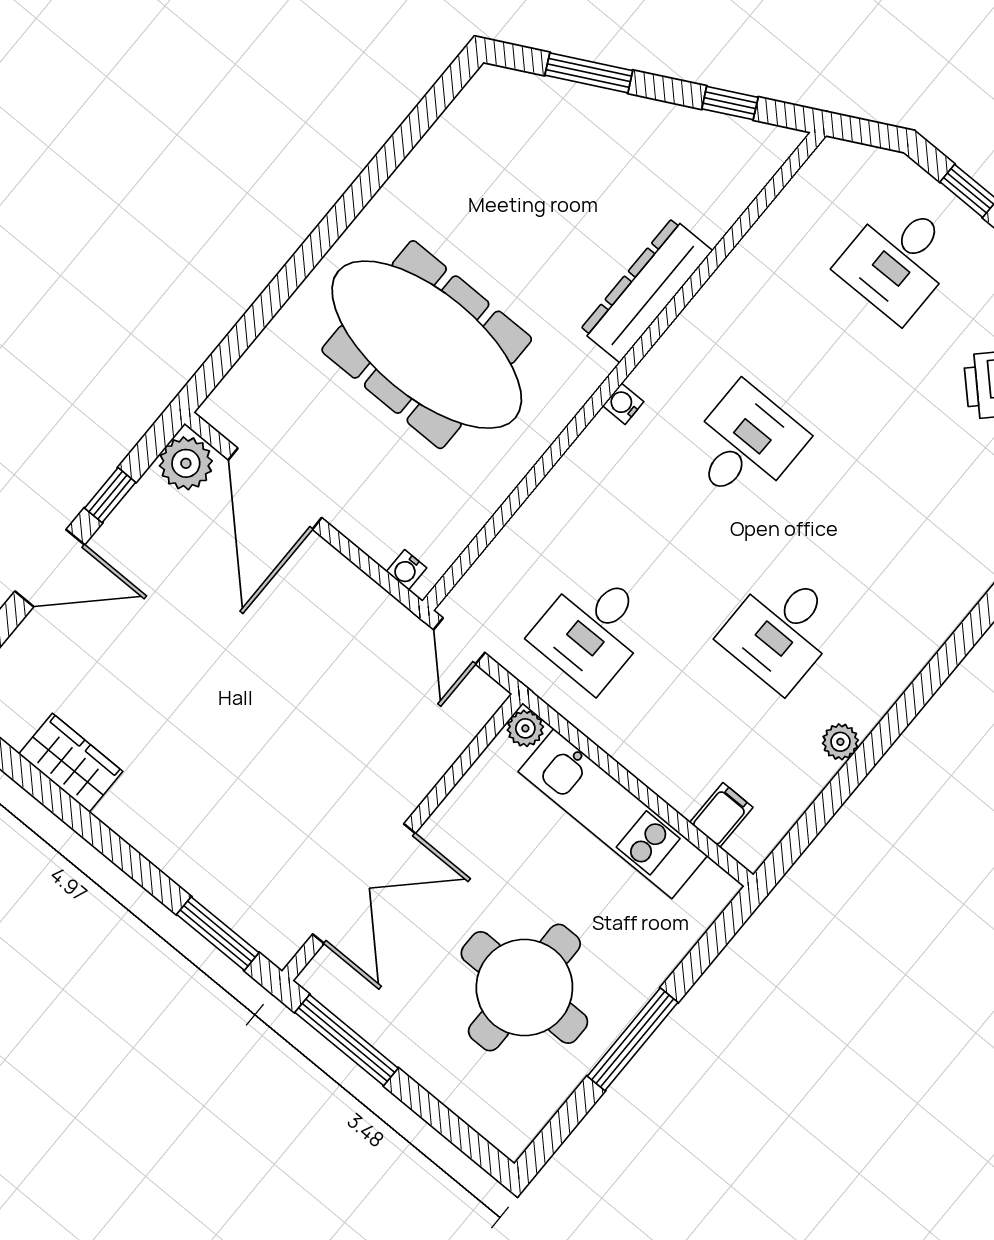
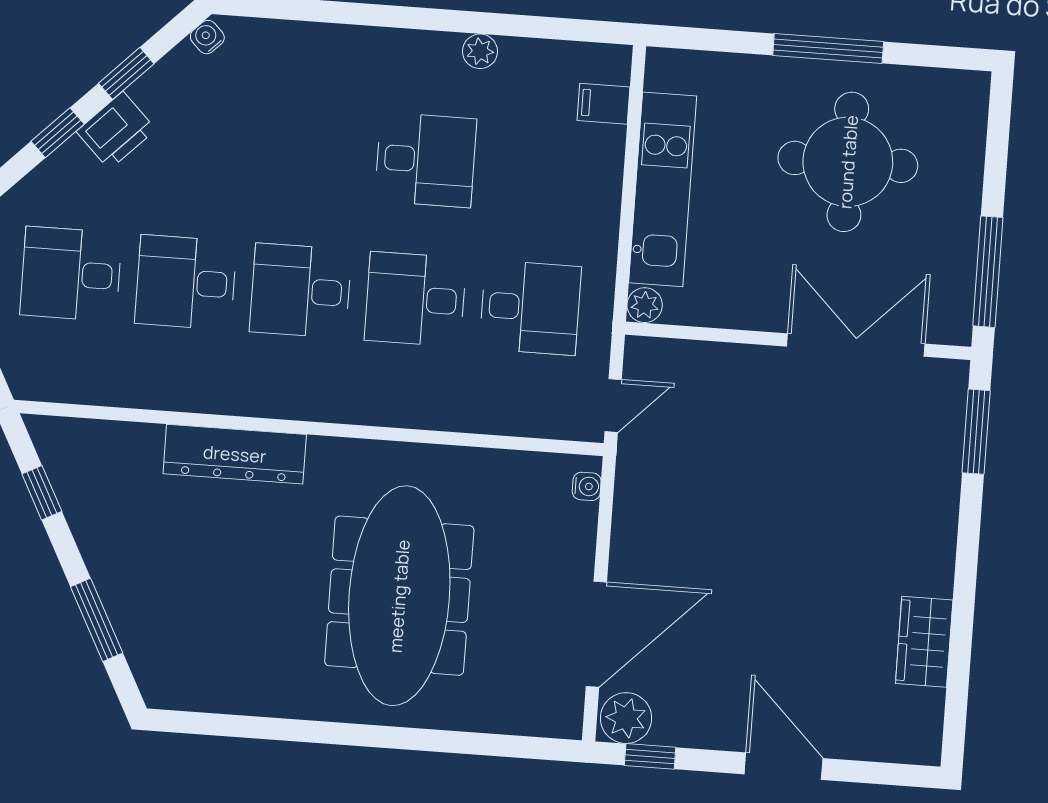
desk: (898, 260) -> (71, 274), turned 180
desk: (822, 352) -> (186, 282), added
water cooler: (623, 404) -> (336, 409), removed
window: (110, 495) -> (650, 756), moved
desk: (669, 537) -> (415, 299), added

